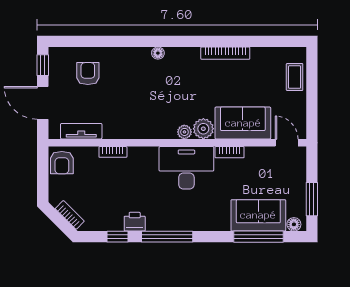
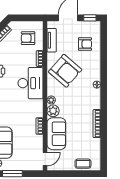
armchair: (134, 108) -> (65, 71), added
armchair: (62, 163) -> (28, 38), moved
desk: (186, 168) -> (30, 83), moved

